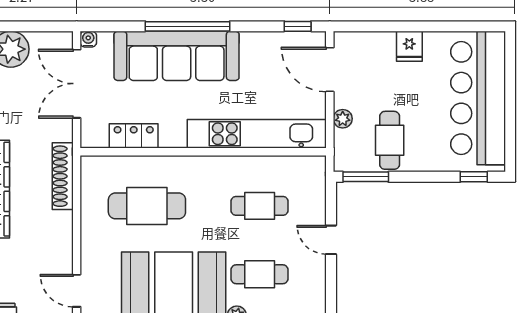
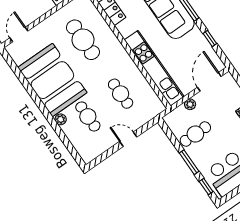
window: (298, 26) -> (210, 38), moved
window: (366, 177) -> (189, 162), moved
door: (331, 240) -> (128, 139), hinge flipped

